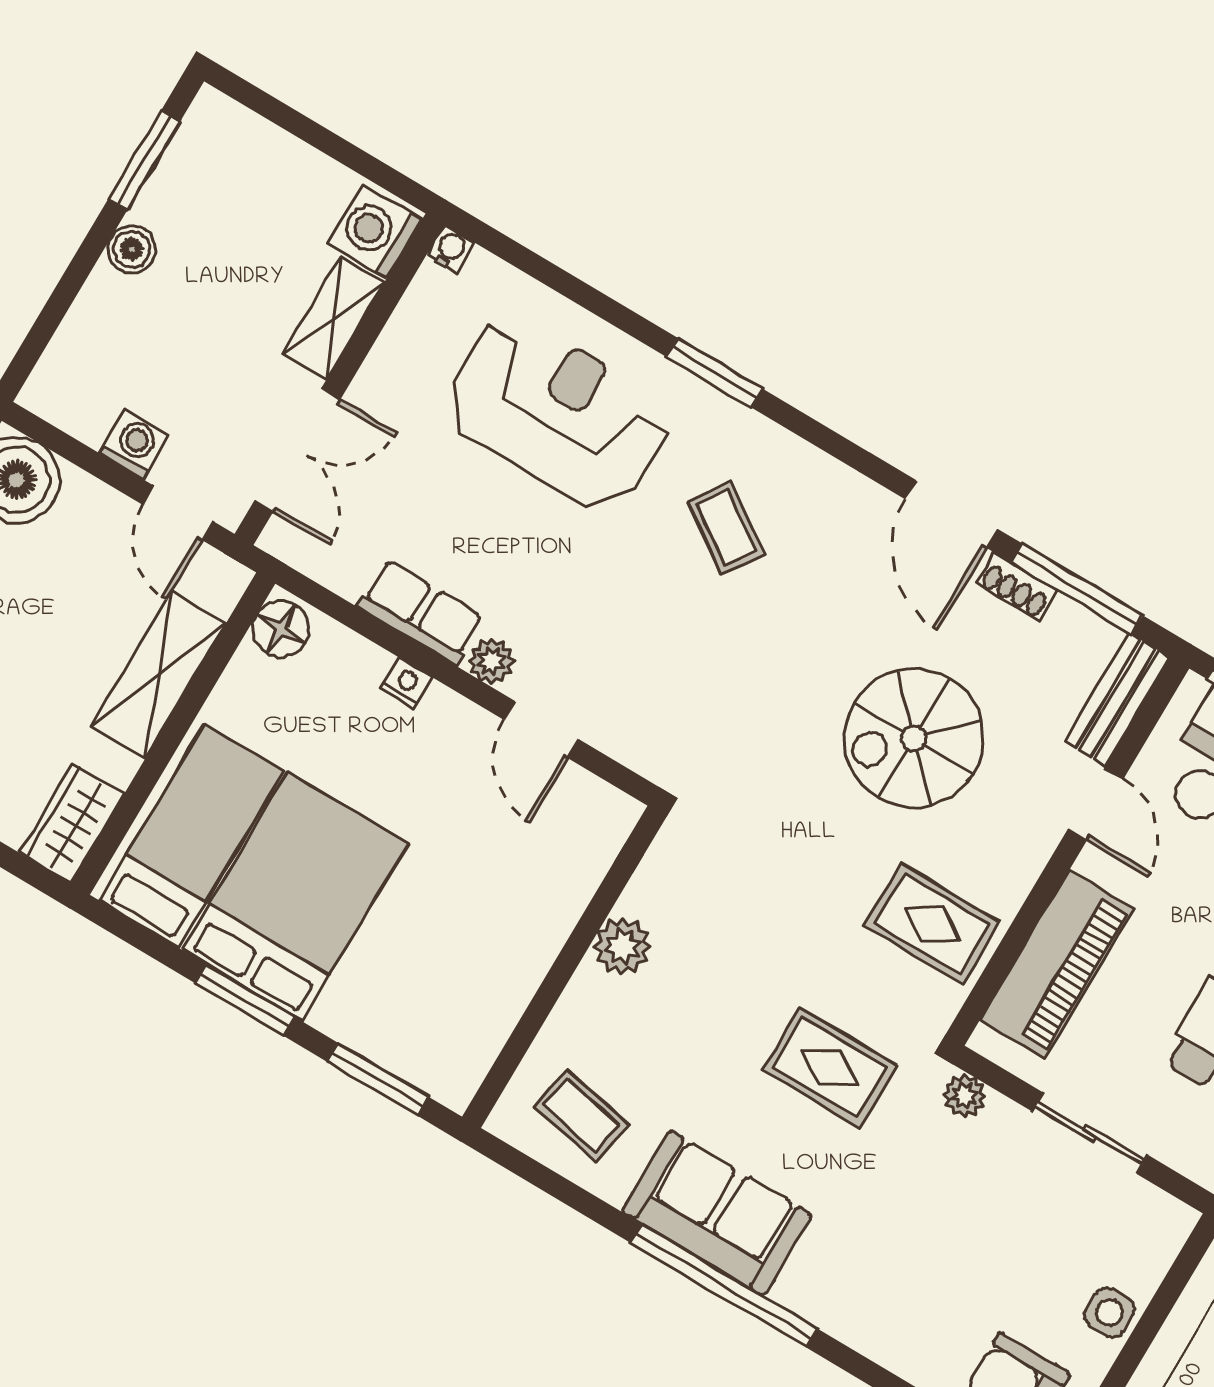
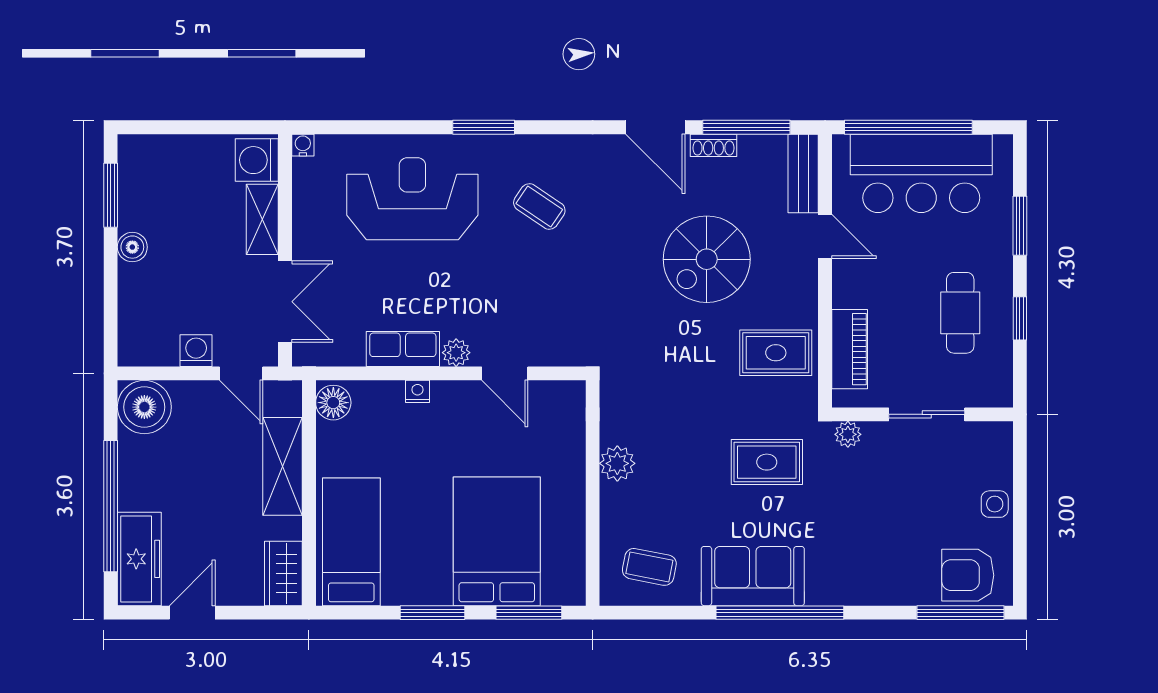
bed: (295, 897) -> (497, 541), moved
piano: (1057, 964) -> (850, 349), width x0.73, depth x0.75

